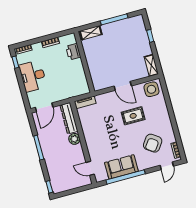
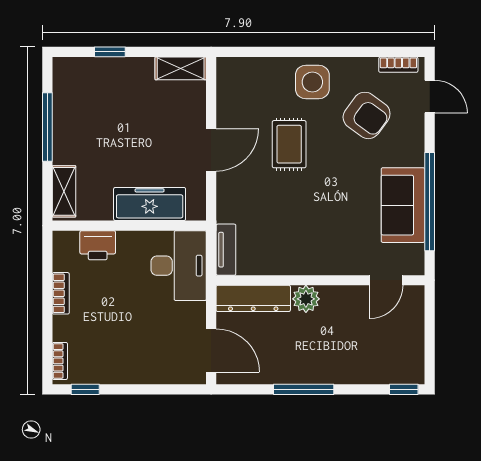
freezer: (95, 68) -> (150, 204), added
desk: (33, 76) -> (179, 266), moved, turned -90
side table: (151, 89) -> (312, 82), moved

